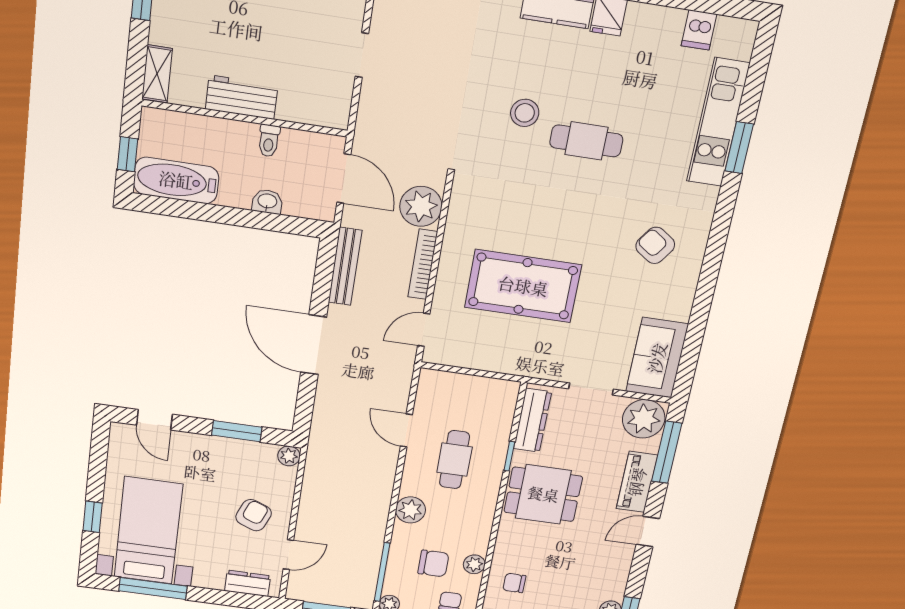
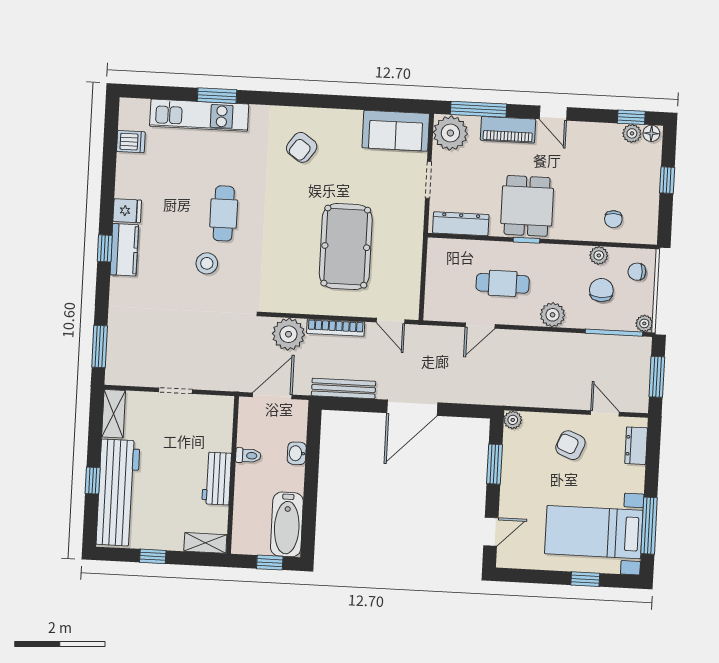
window: (509, 456) -> (526, 240), moved

